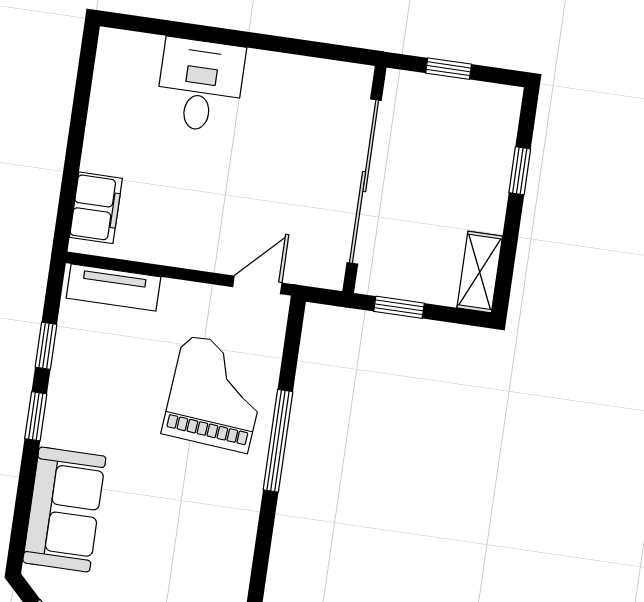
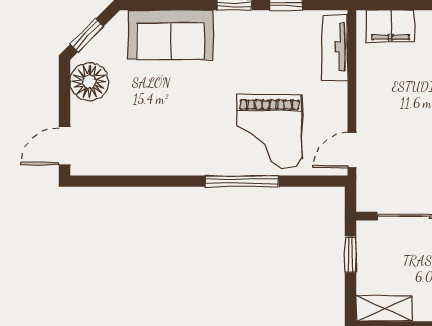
door: (257, 285) -> (352, 150), swing flipped
grand piano: (216, 394) -> (269, 132), turned 85

